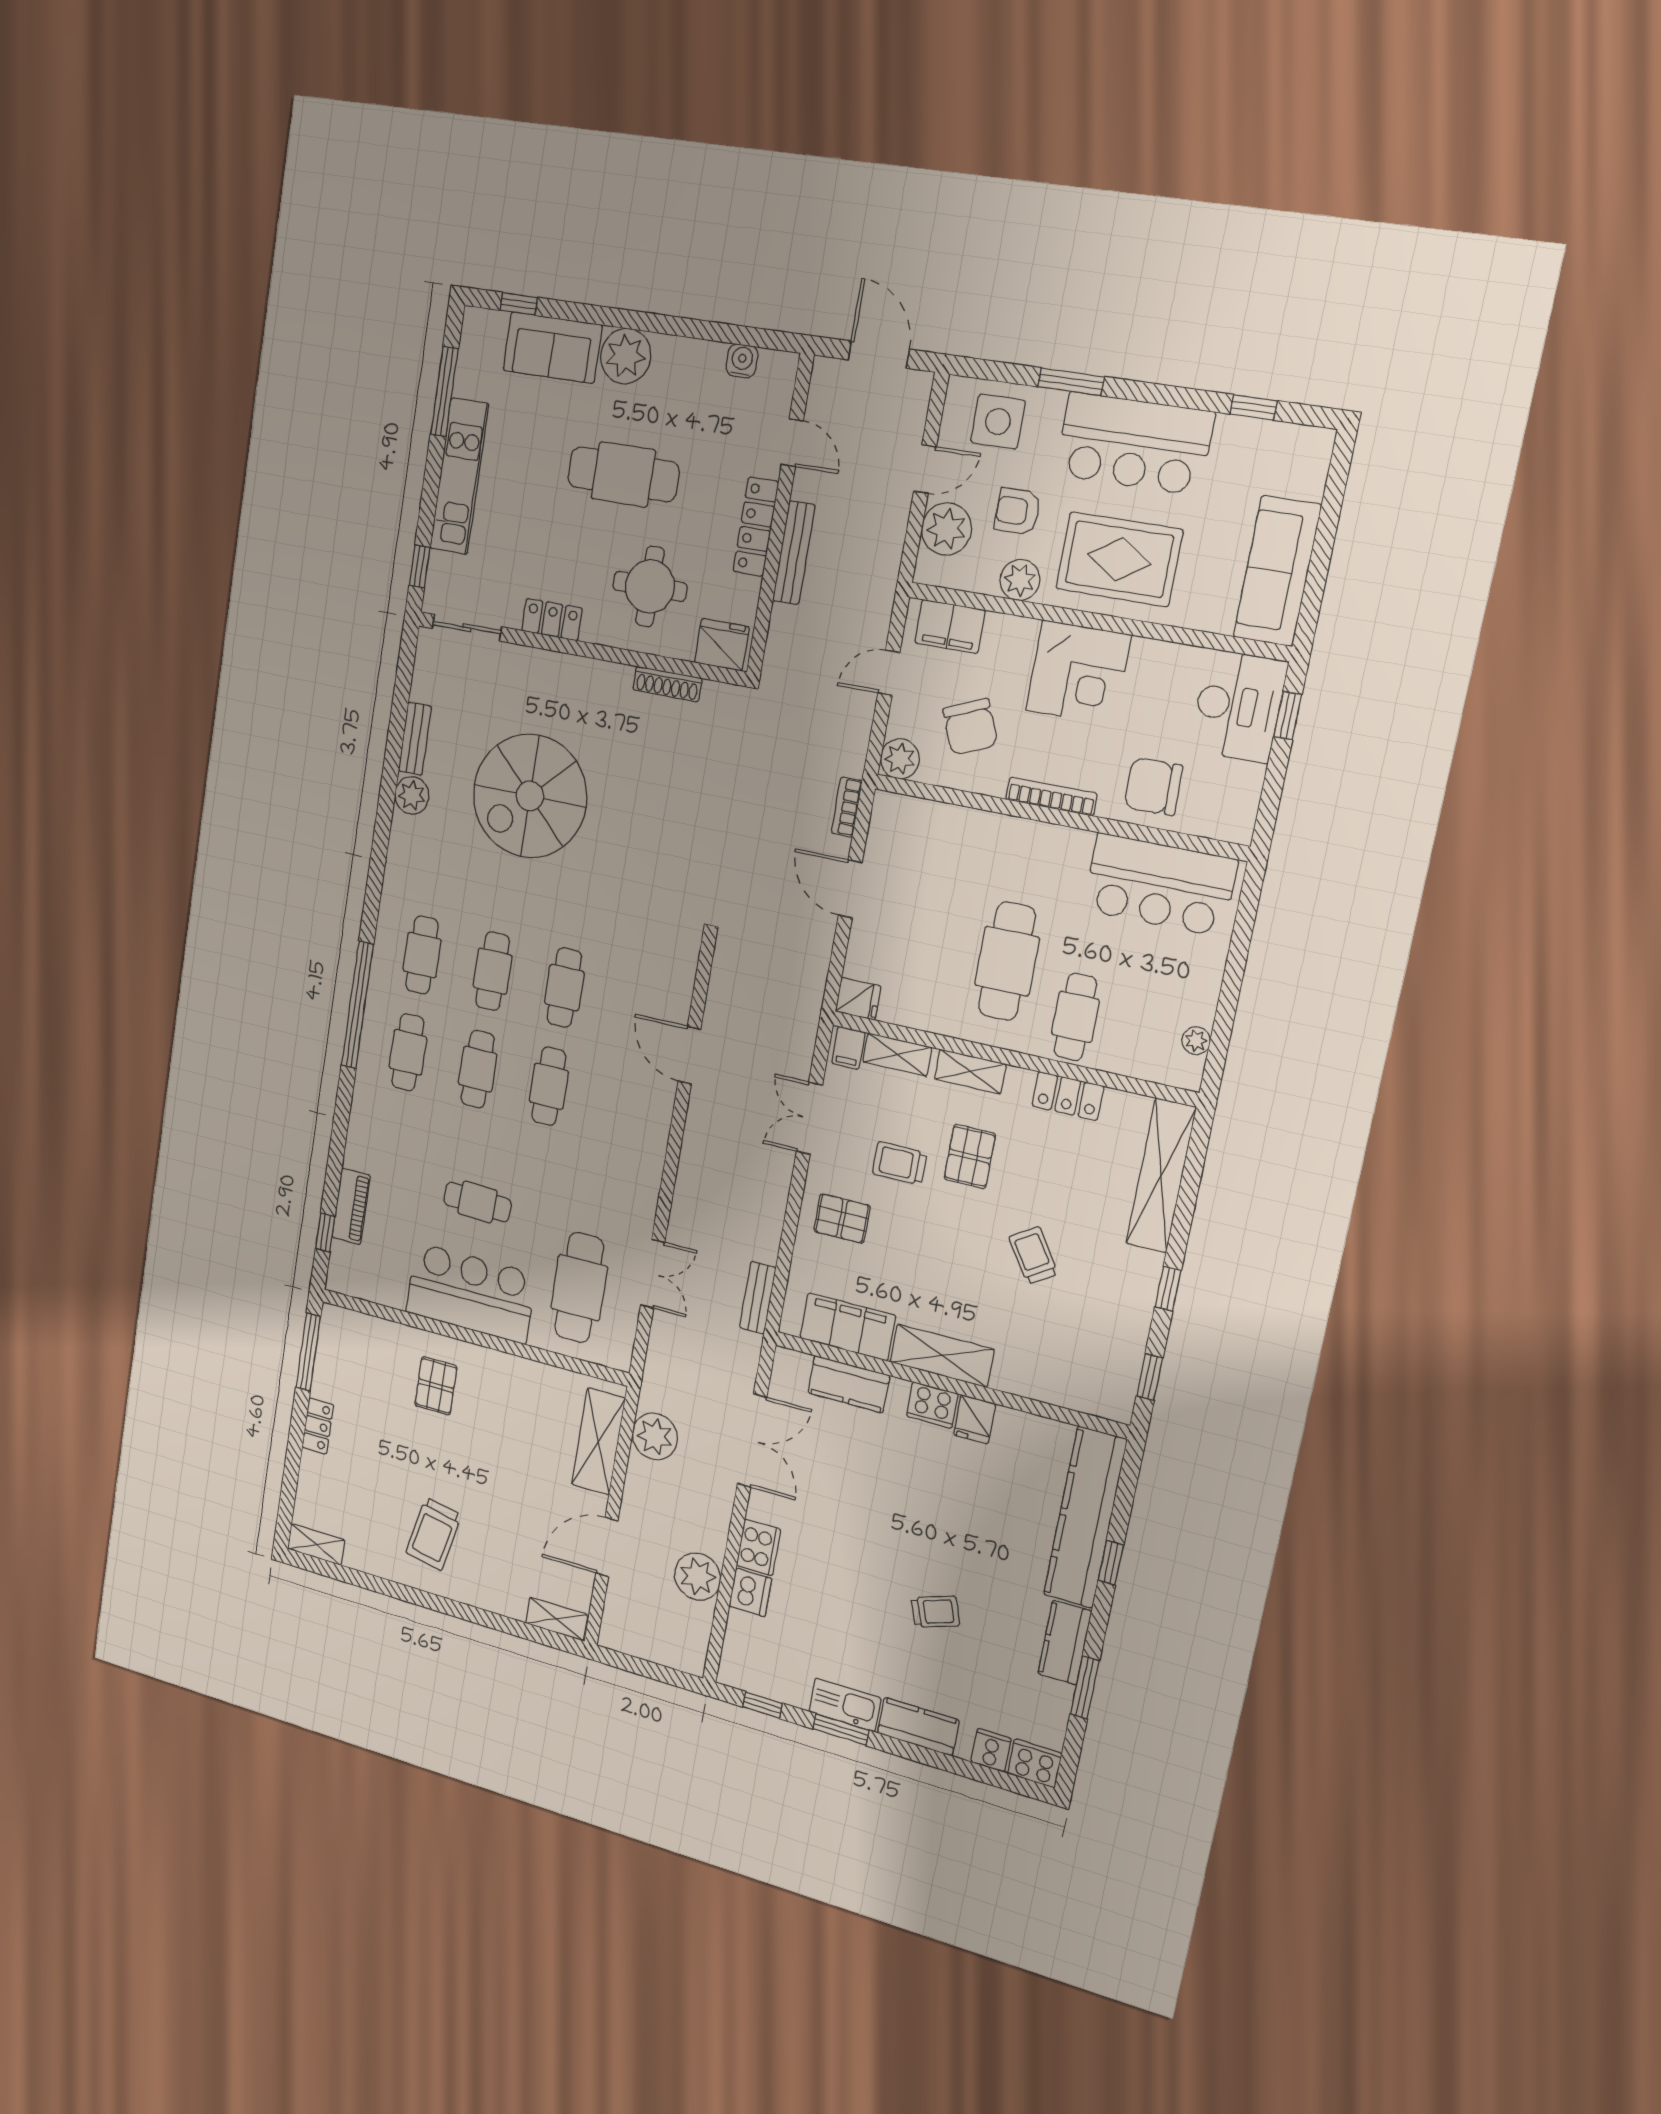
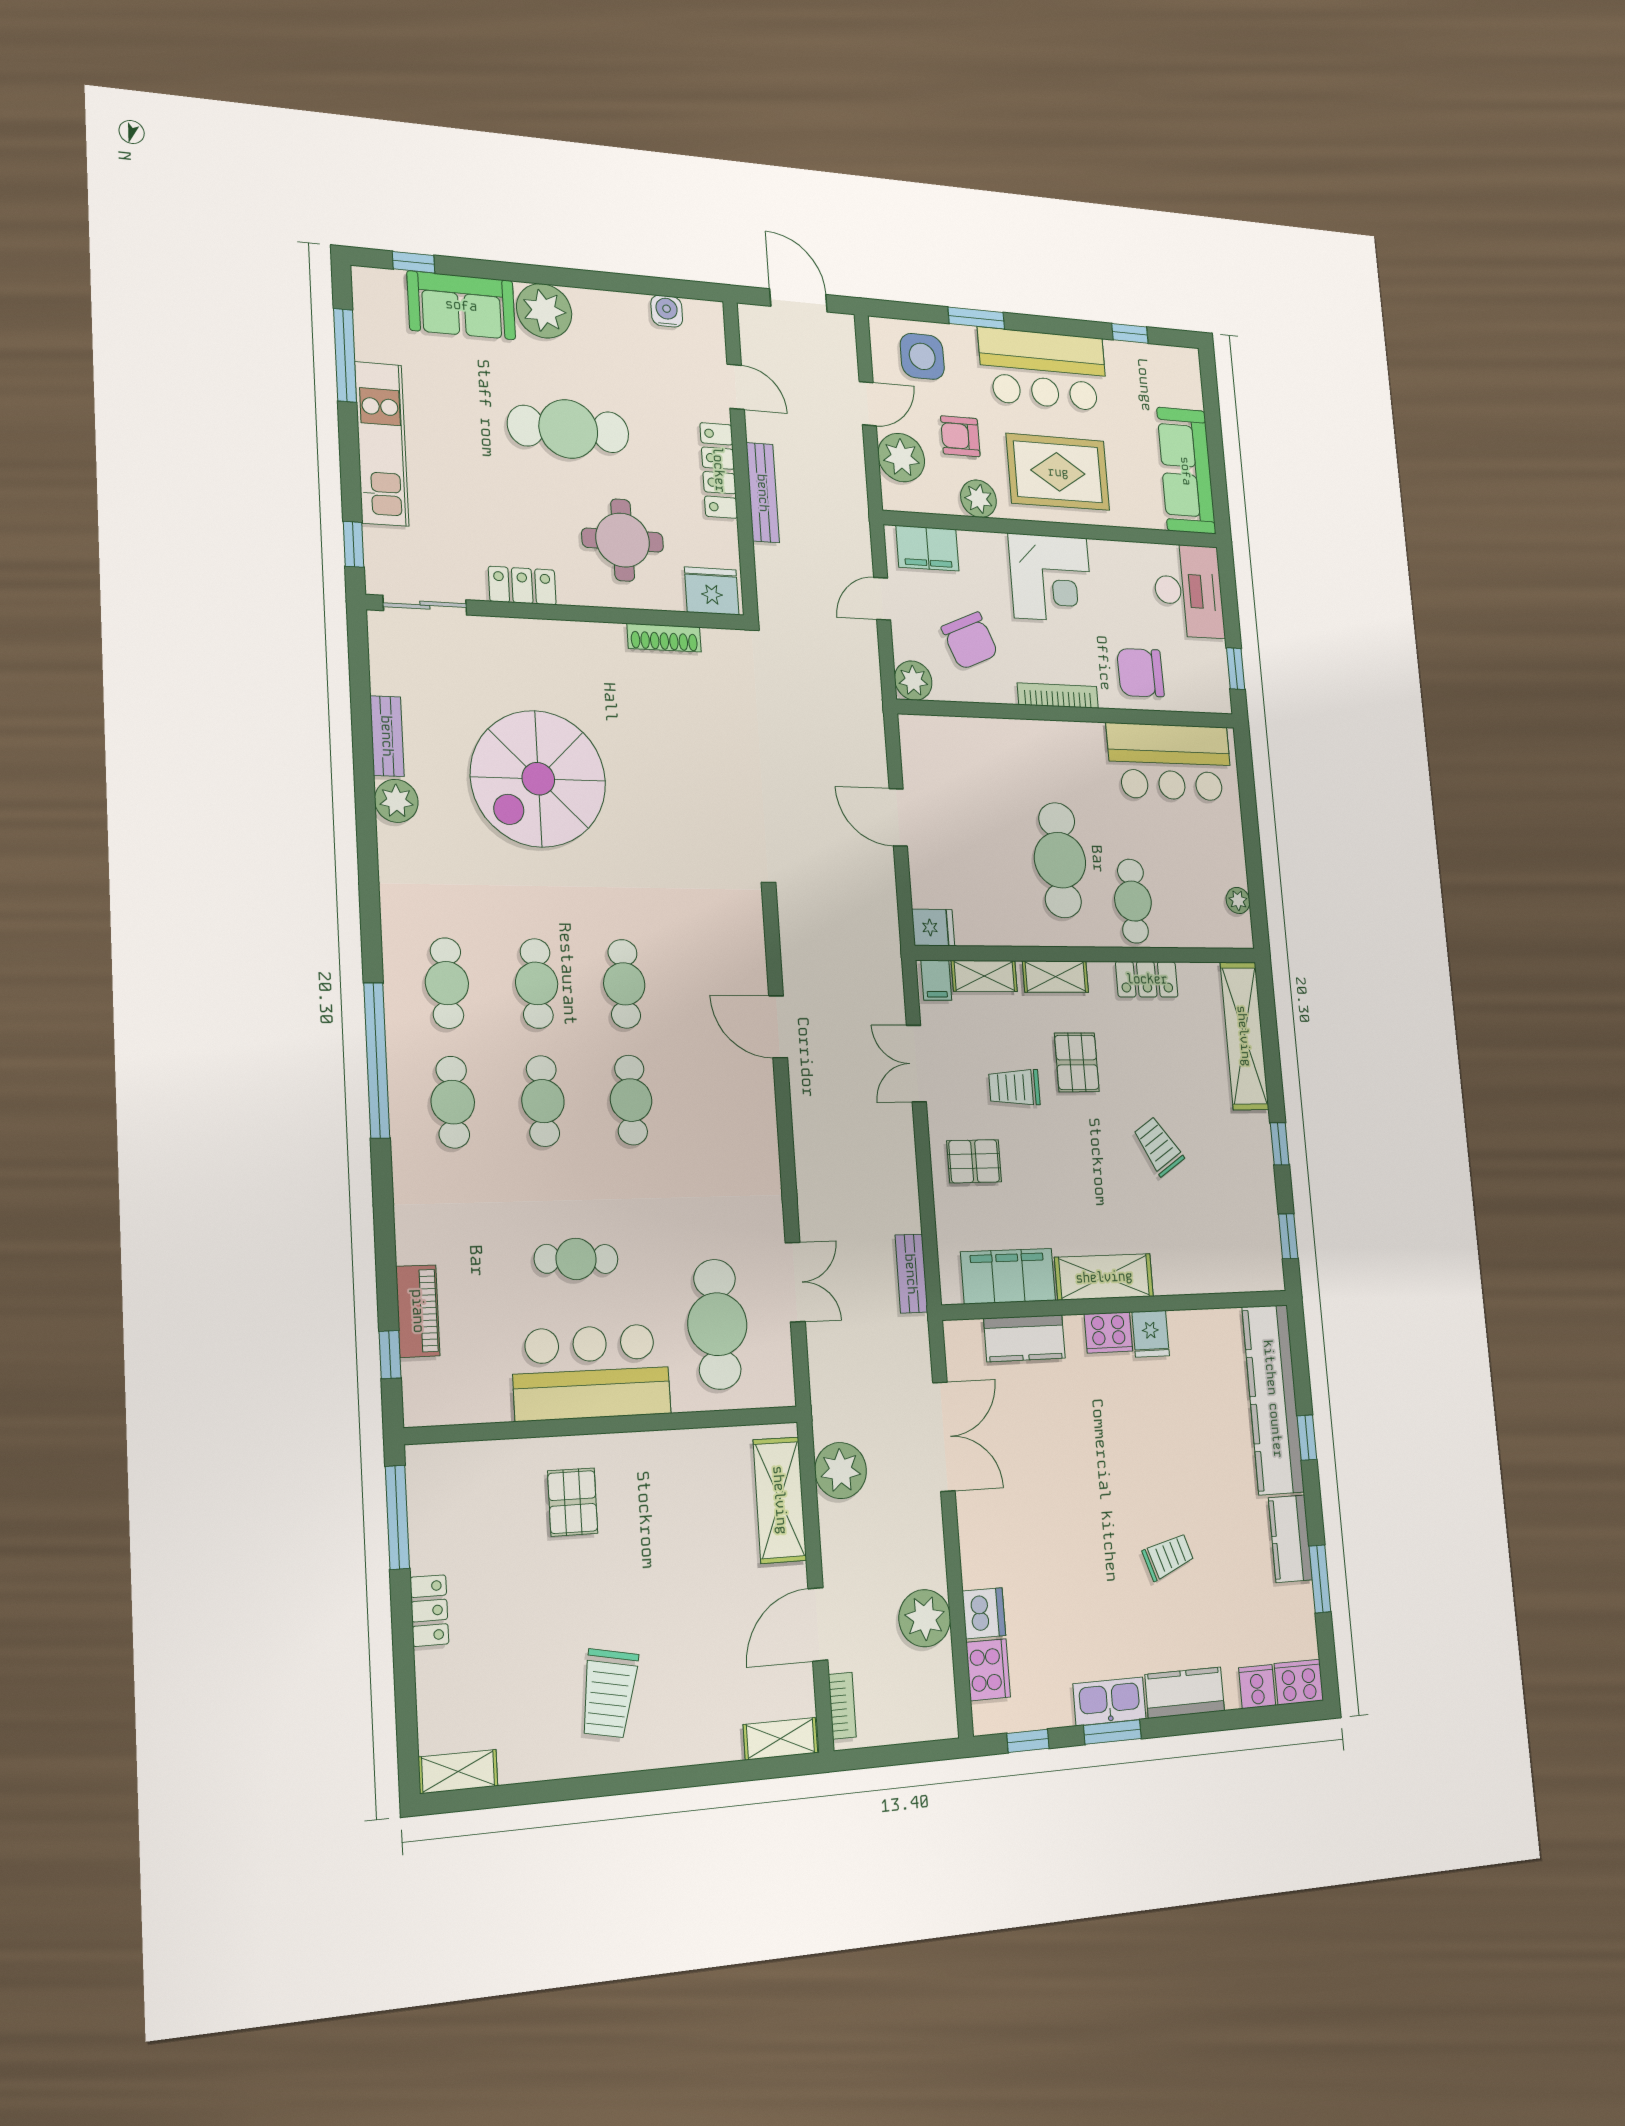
window: (1288, 716) -> (1236, 669), moved
bookcase: (847, 807) -> (842, 1706), moved, turned 180
cooker: (758, 1547) -> (988, 1670), moved

